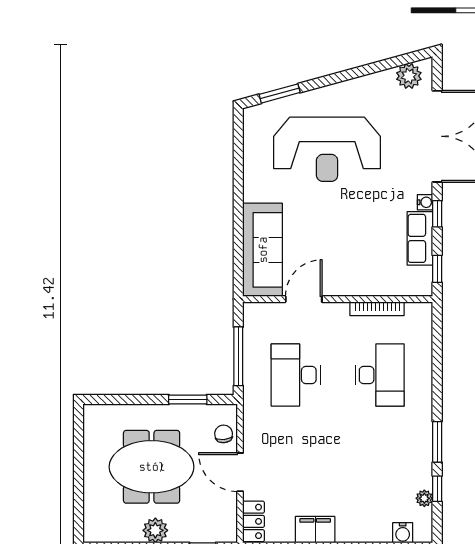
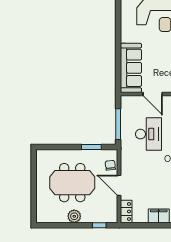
door: (304, 299) -> (153, 94), swing flipped
desk: (296, 375) -> (148, 134), turned 180

